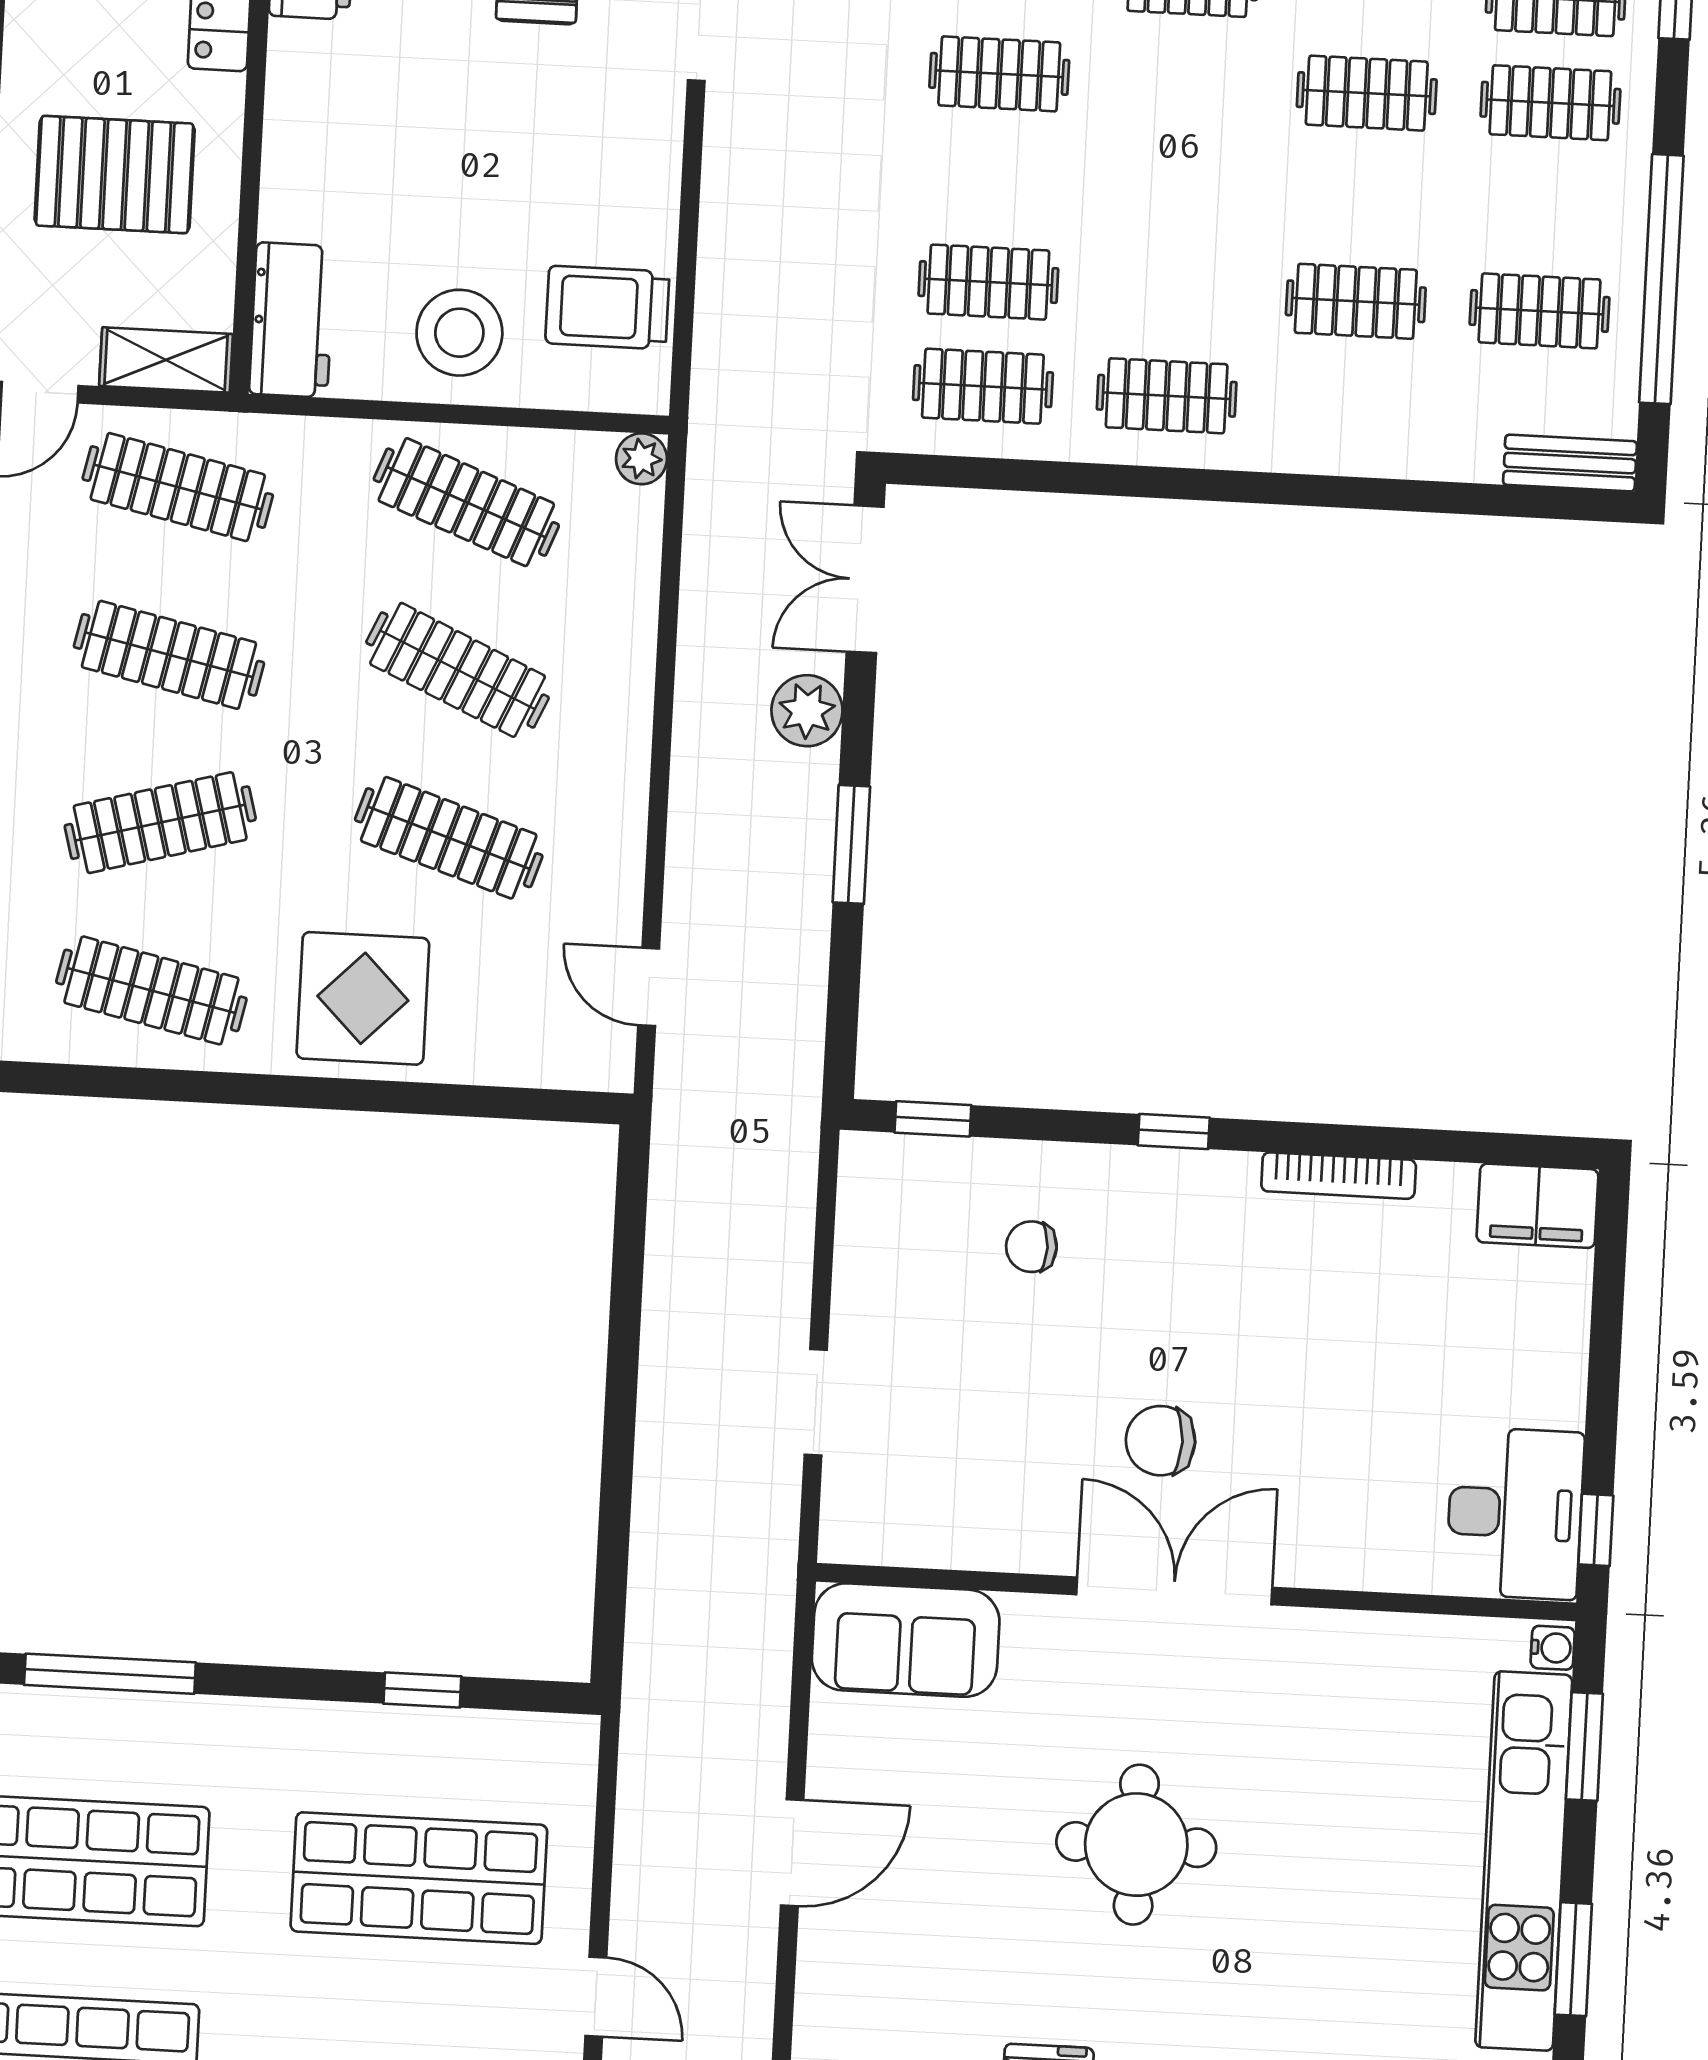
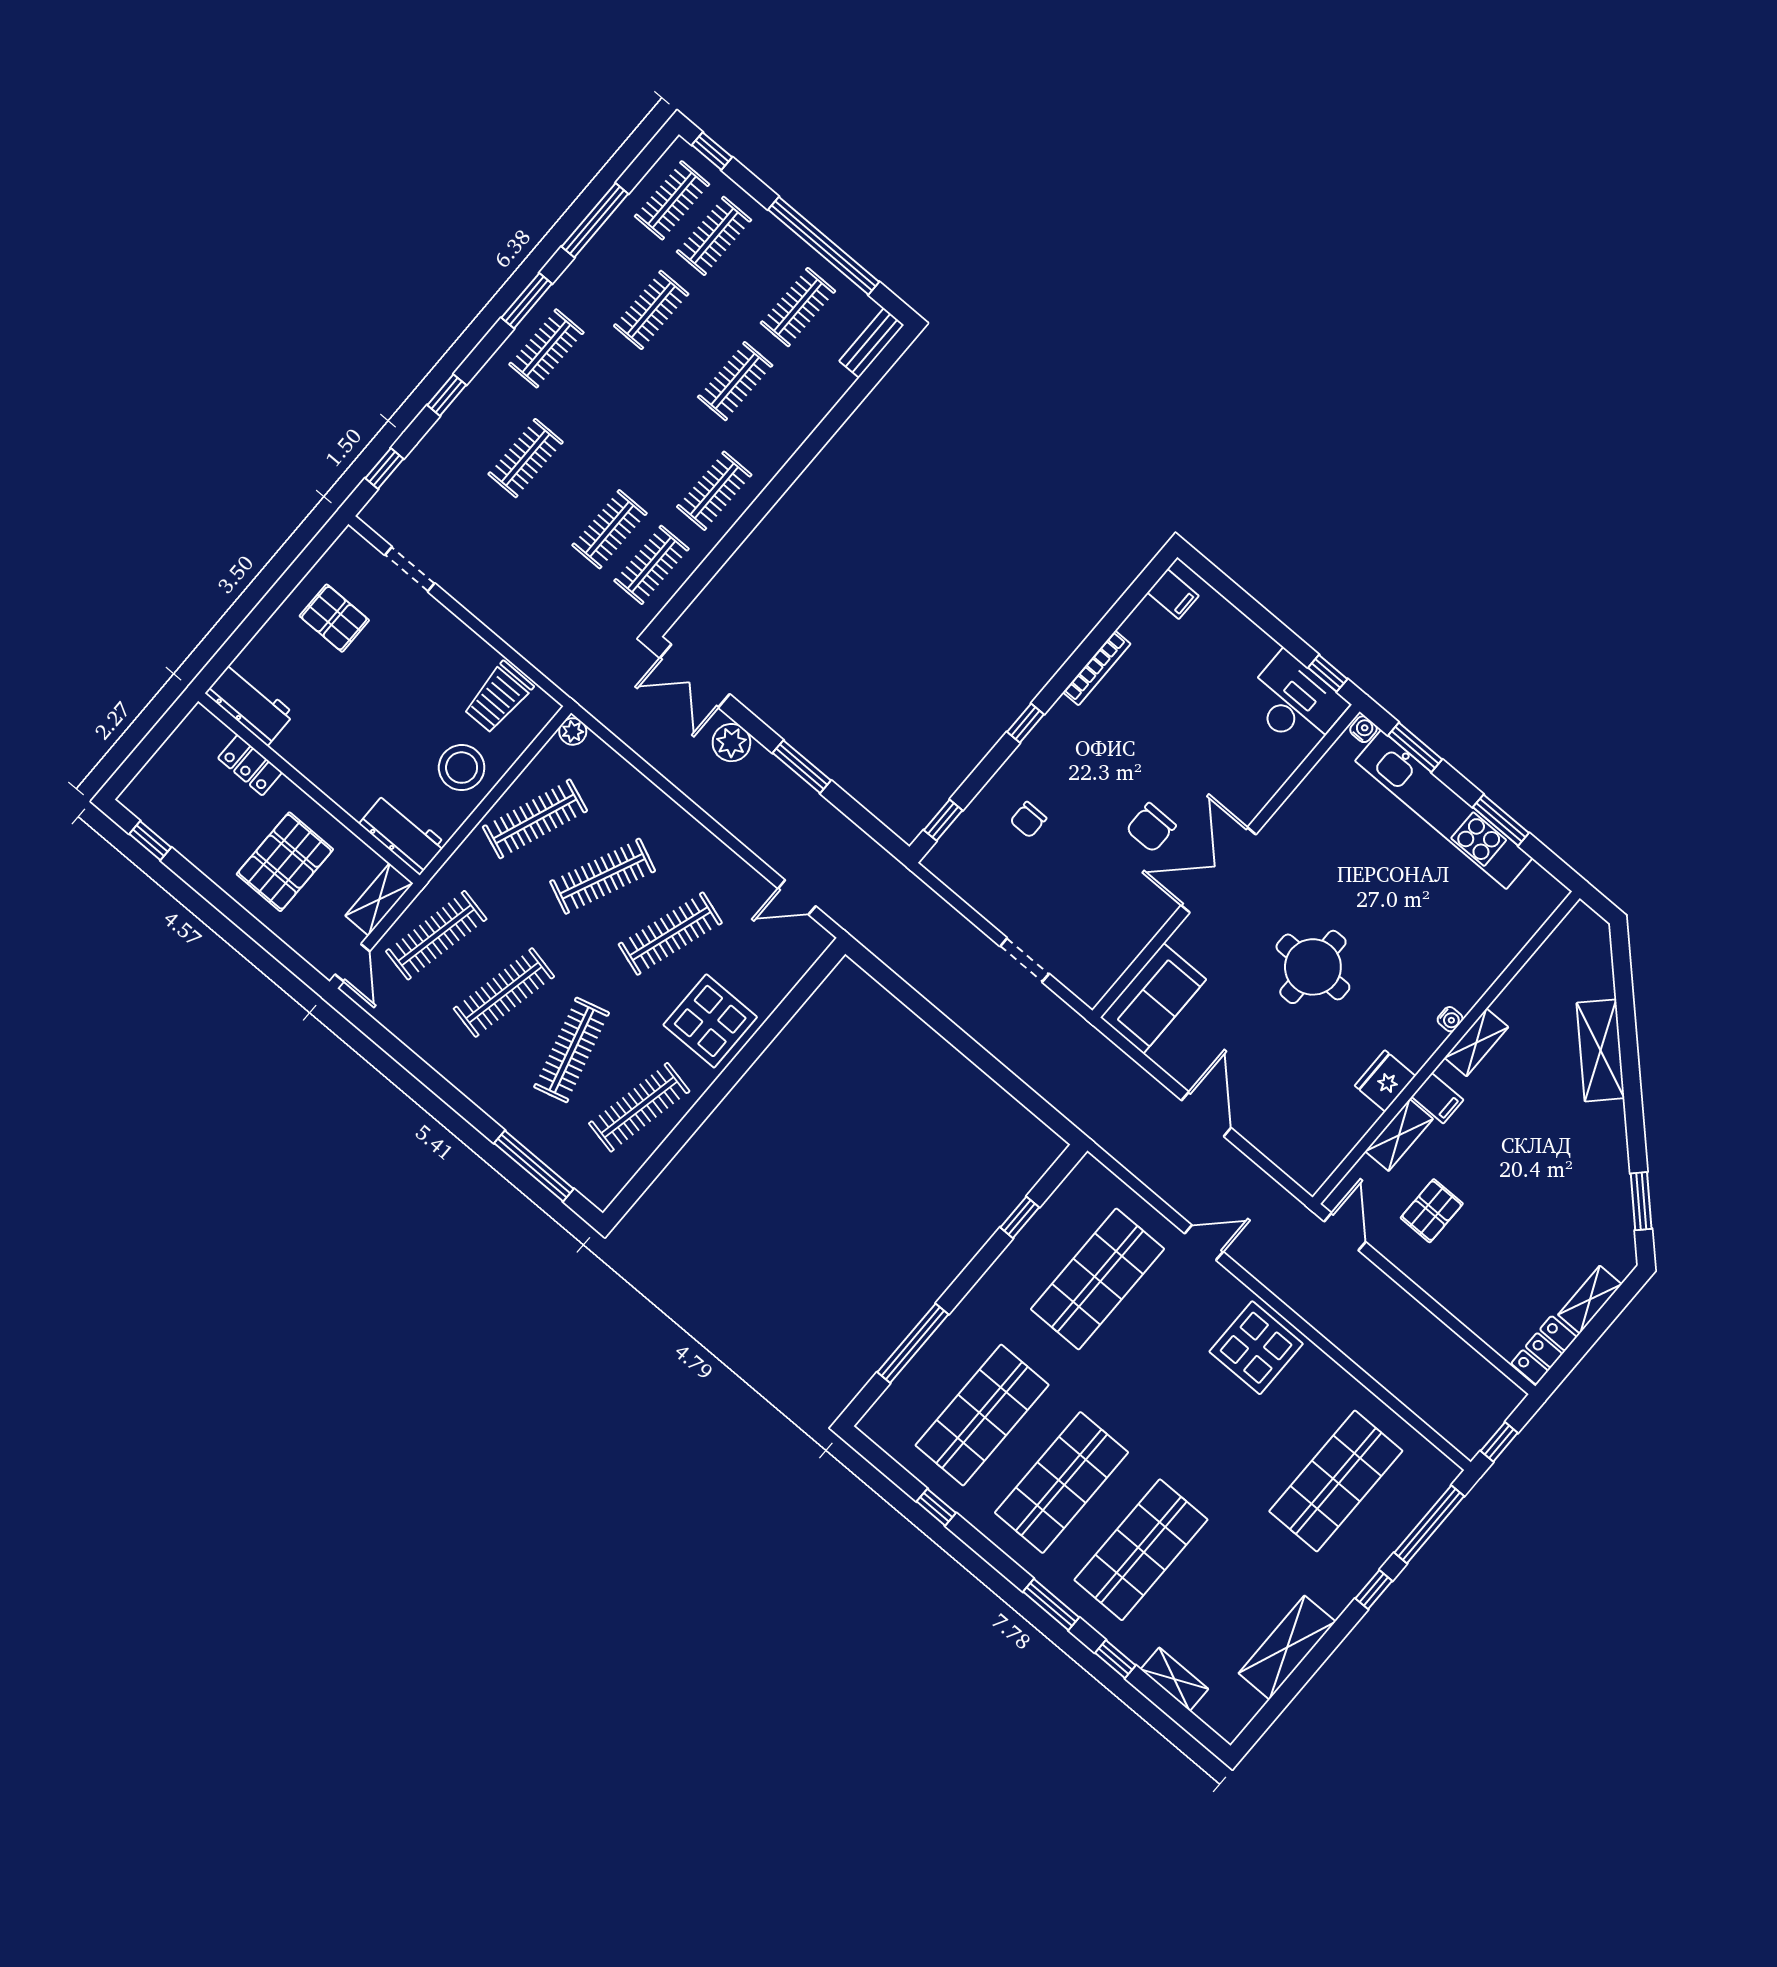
filing cabinet: (1537, 1206) -> (1173, 594), width x0.50

